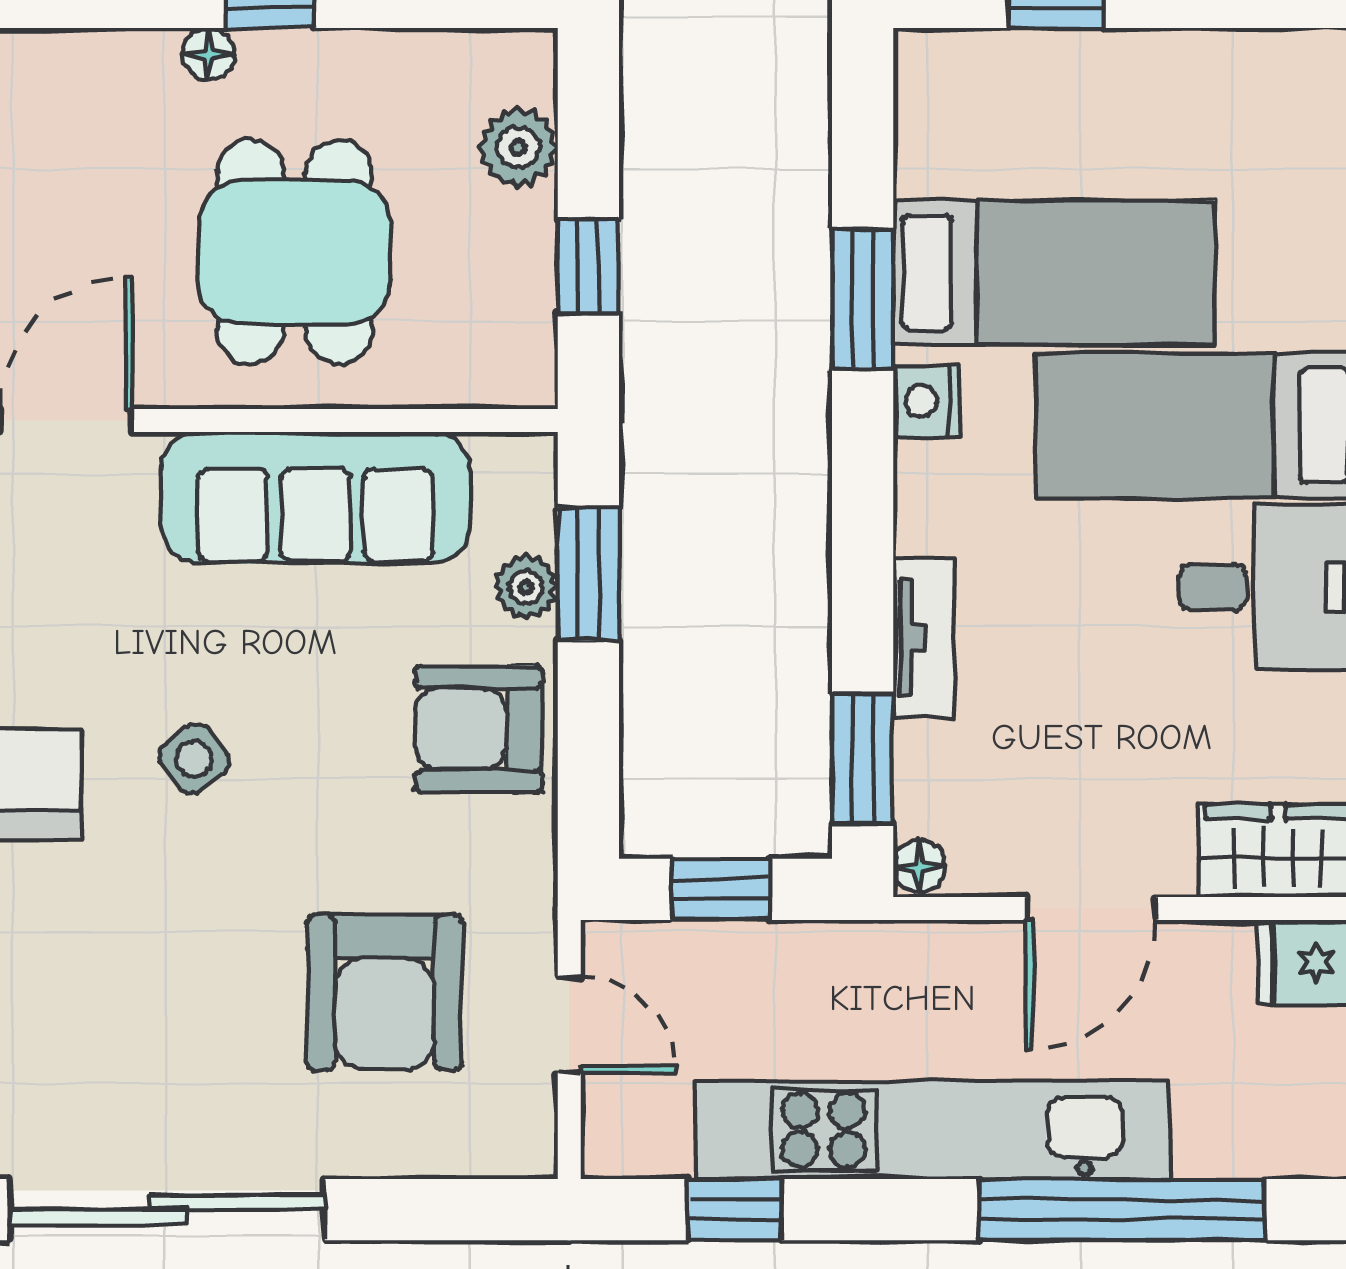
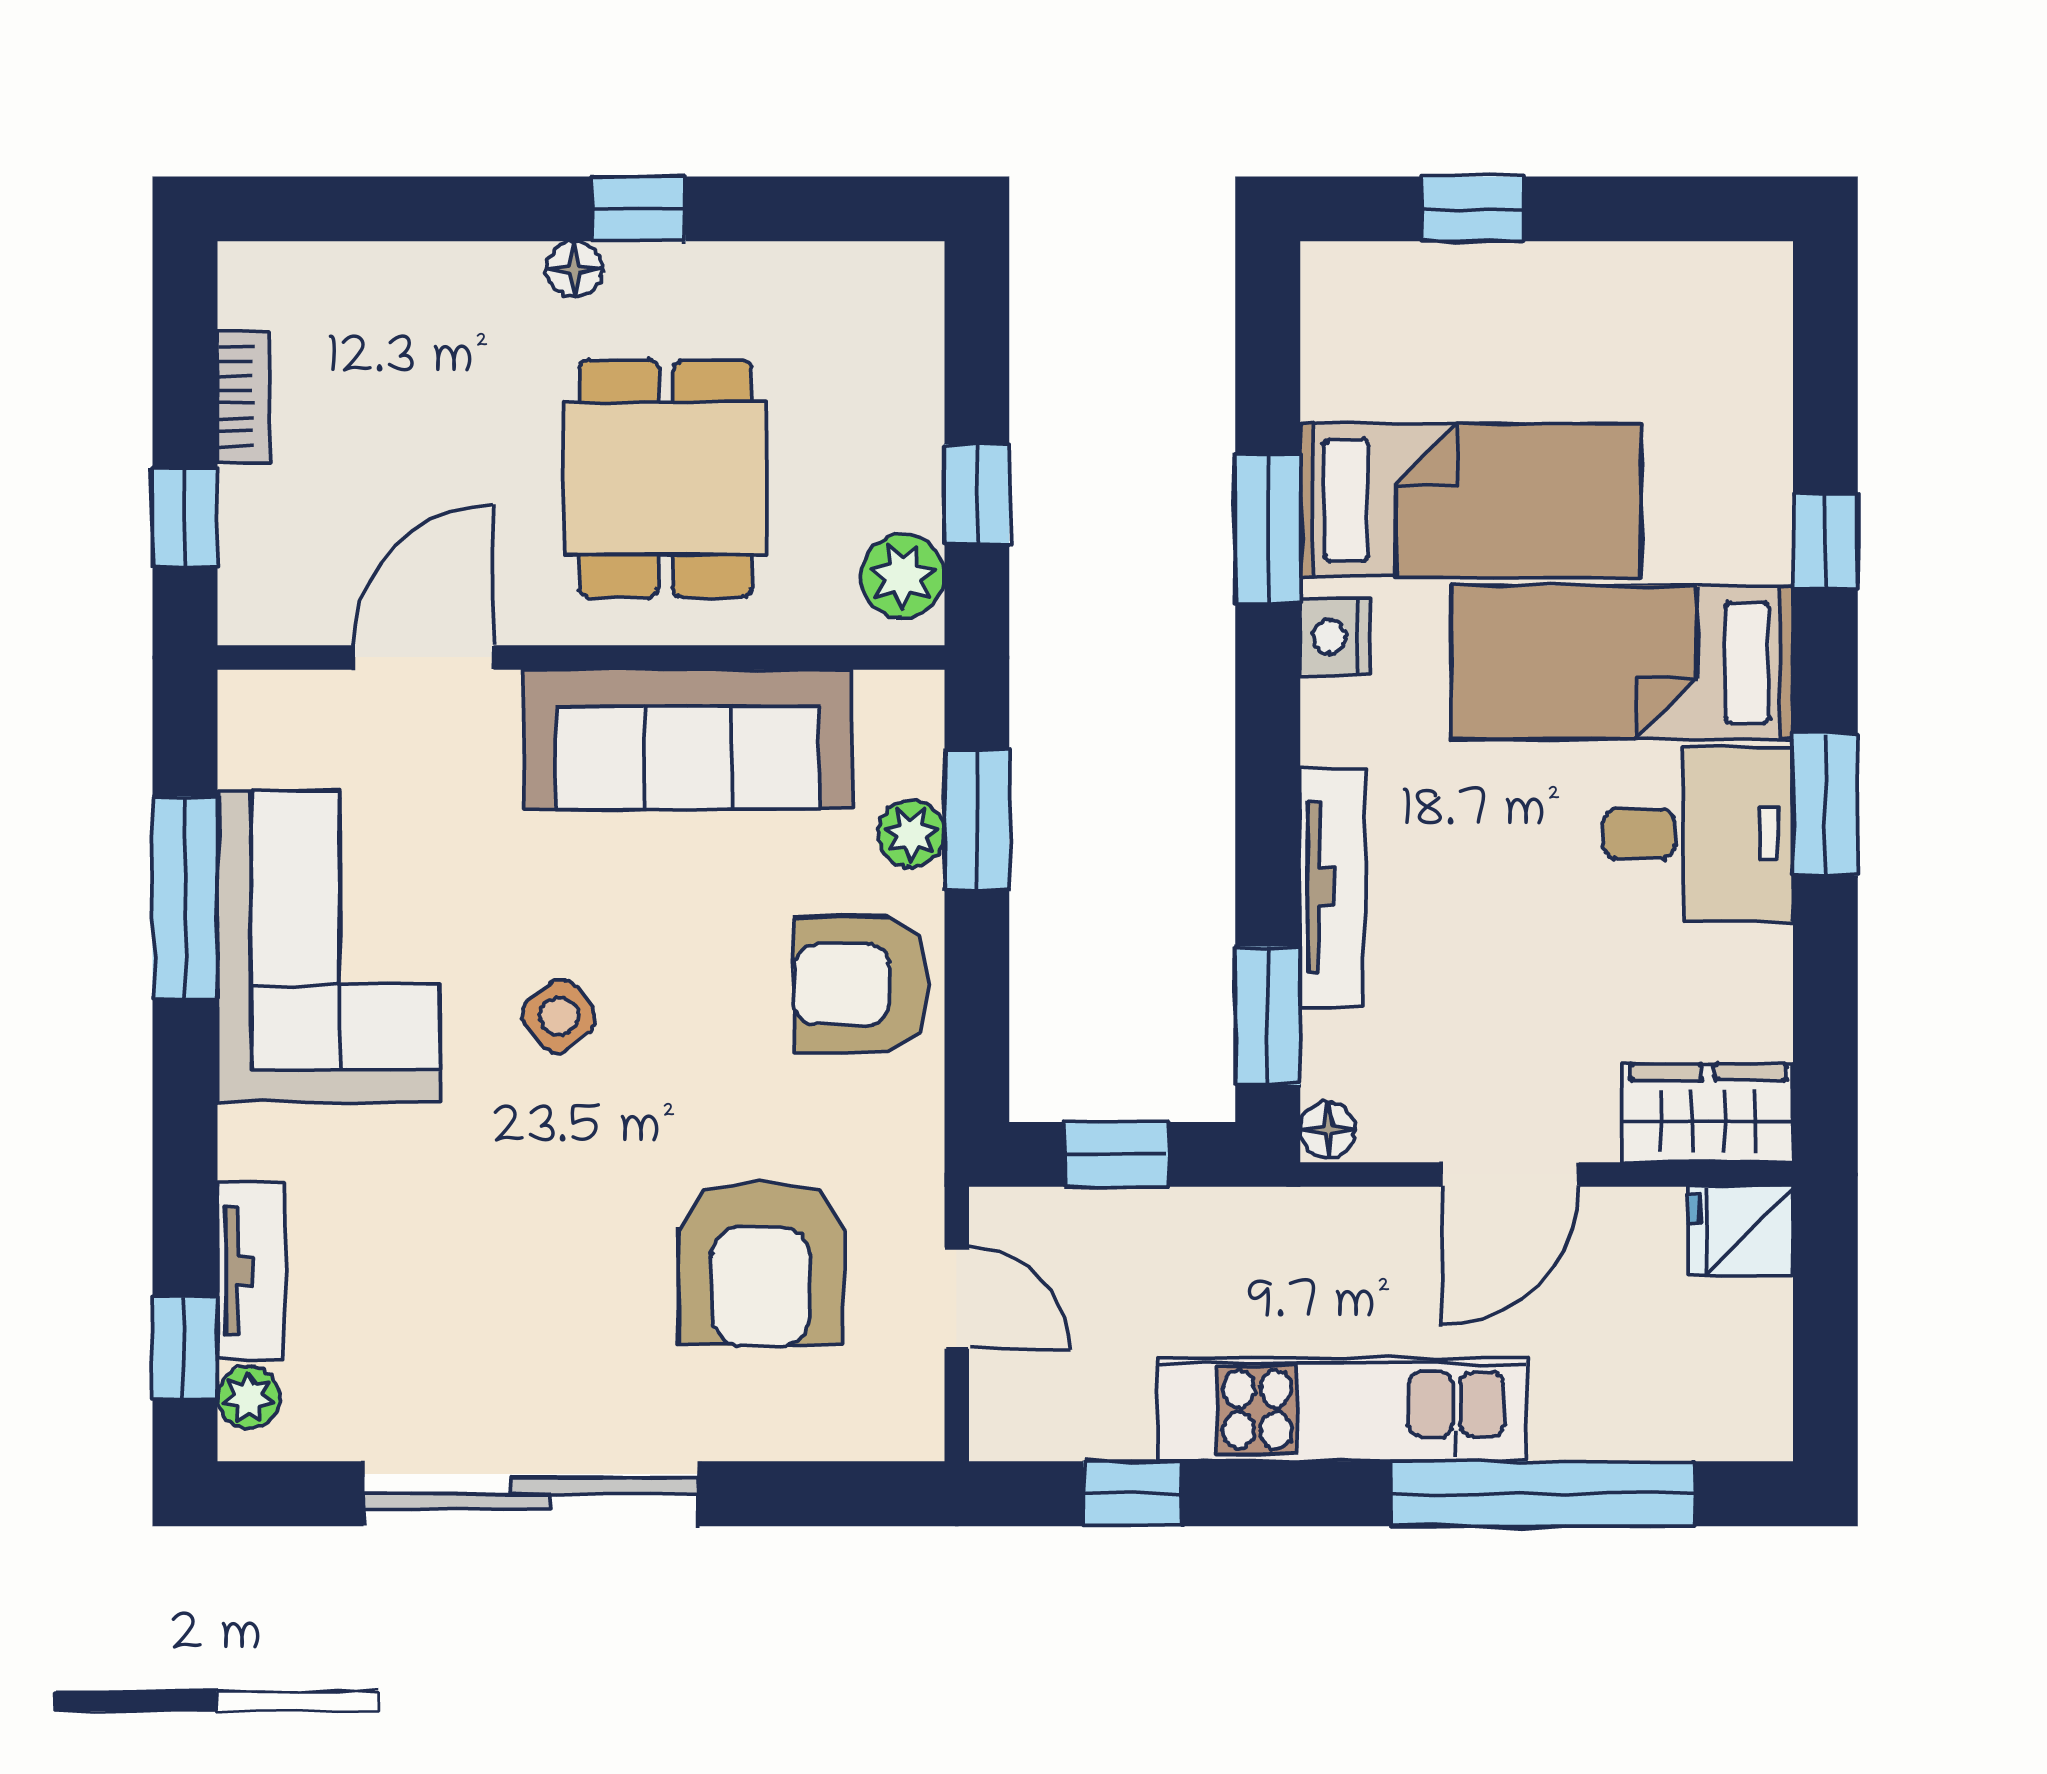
plant: (518, 147) -> (903, 576), moved
tv unit: (924, 637) -> (1332, 887), width x1.41
kitchen unit: (933, 1130) -> (1342, 1409), width x0.73

